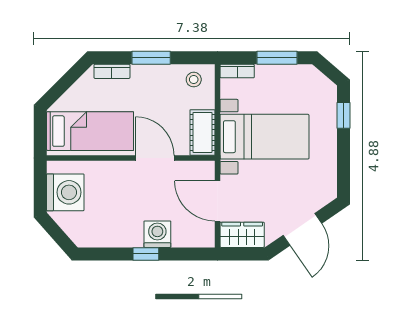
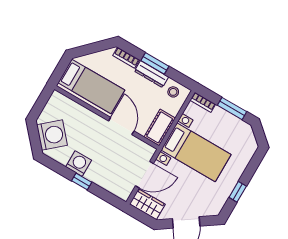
dresser: (154, 73) -> (151, 74), added
window: (343, 115) -> (238, 192), moved
washing machine: (65, 192) -> (52, 135), moved, turned -42
door: (218, 201) -> (144, 175), swing flipped
washing machine: (157, 234) -> (79, 164), moved

